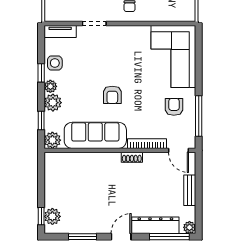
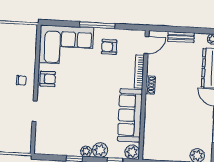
tv unit: (60, 31) -> (40, 141), removed
side table: (55, 63) -> (66, 147), removed
armchair: (112, 95) -> (48, 79), moved
window: (199, 116) -> (97, 25), moved

